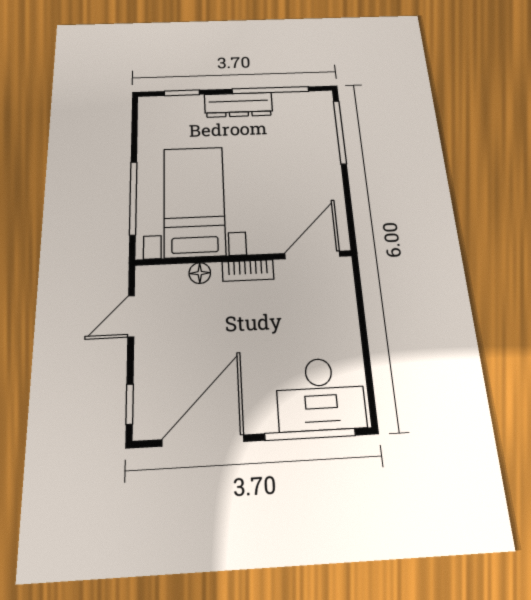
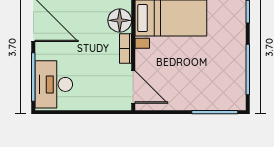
dresser: (238, 105) -> (237, 48), removed
floor lamp: (200, 273) -> (120, 20), width x1.89, depth x1.89

